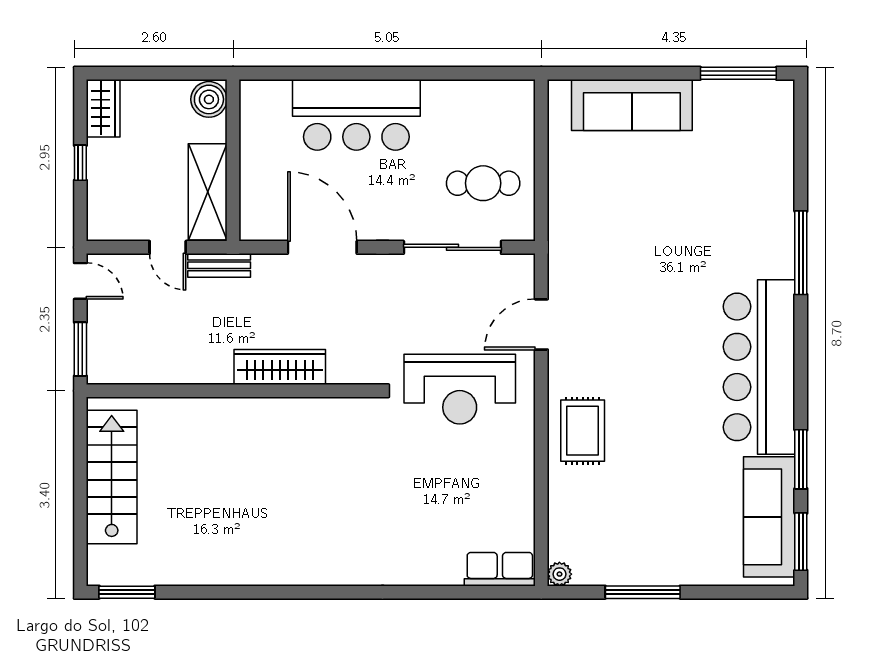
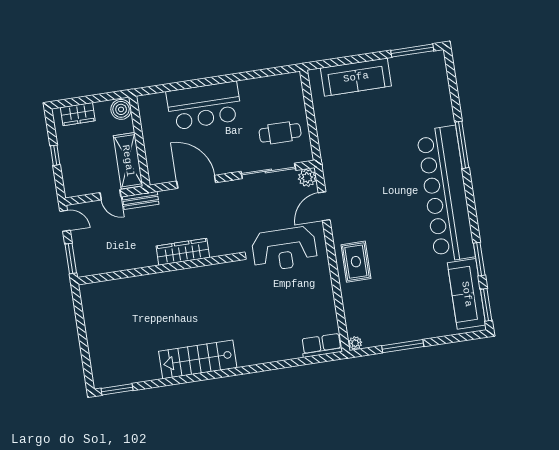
wardrobe: (103, 108) -> (78, 114), moved, turned 90
plant: (519, 270) -> (307, 178), added
bar counter: (759, 367) -> (446, 194), width x1.36
stairs: (112, 477) -> (198, 359), moved, turned -90

